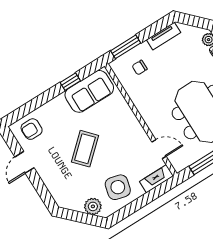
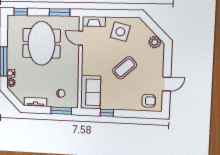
sofa: (89, 91) -> (91, 92), moved, turned 90
plant: (93, 206) -> (155, 42), moved

